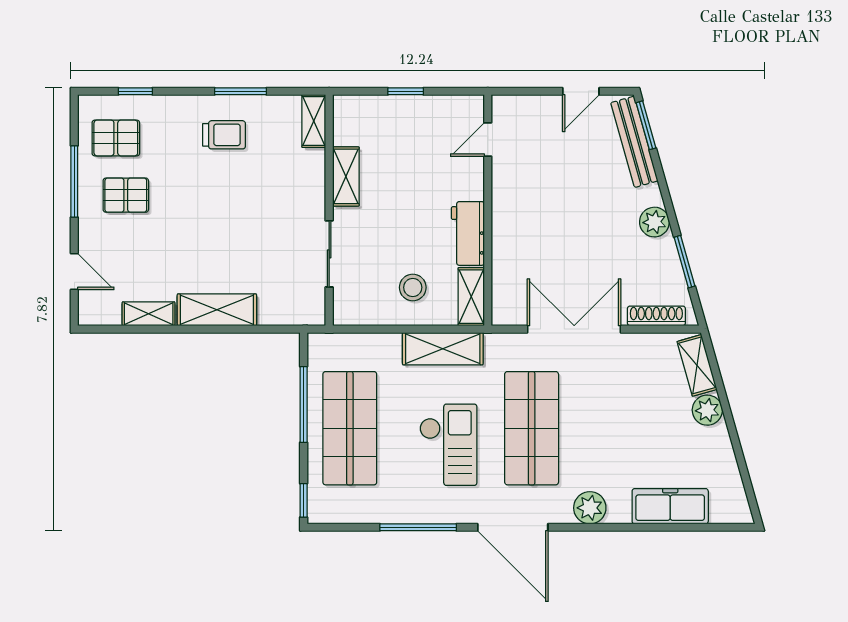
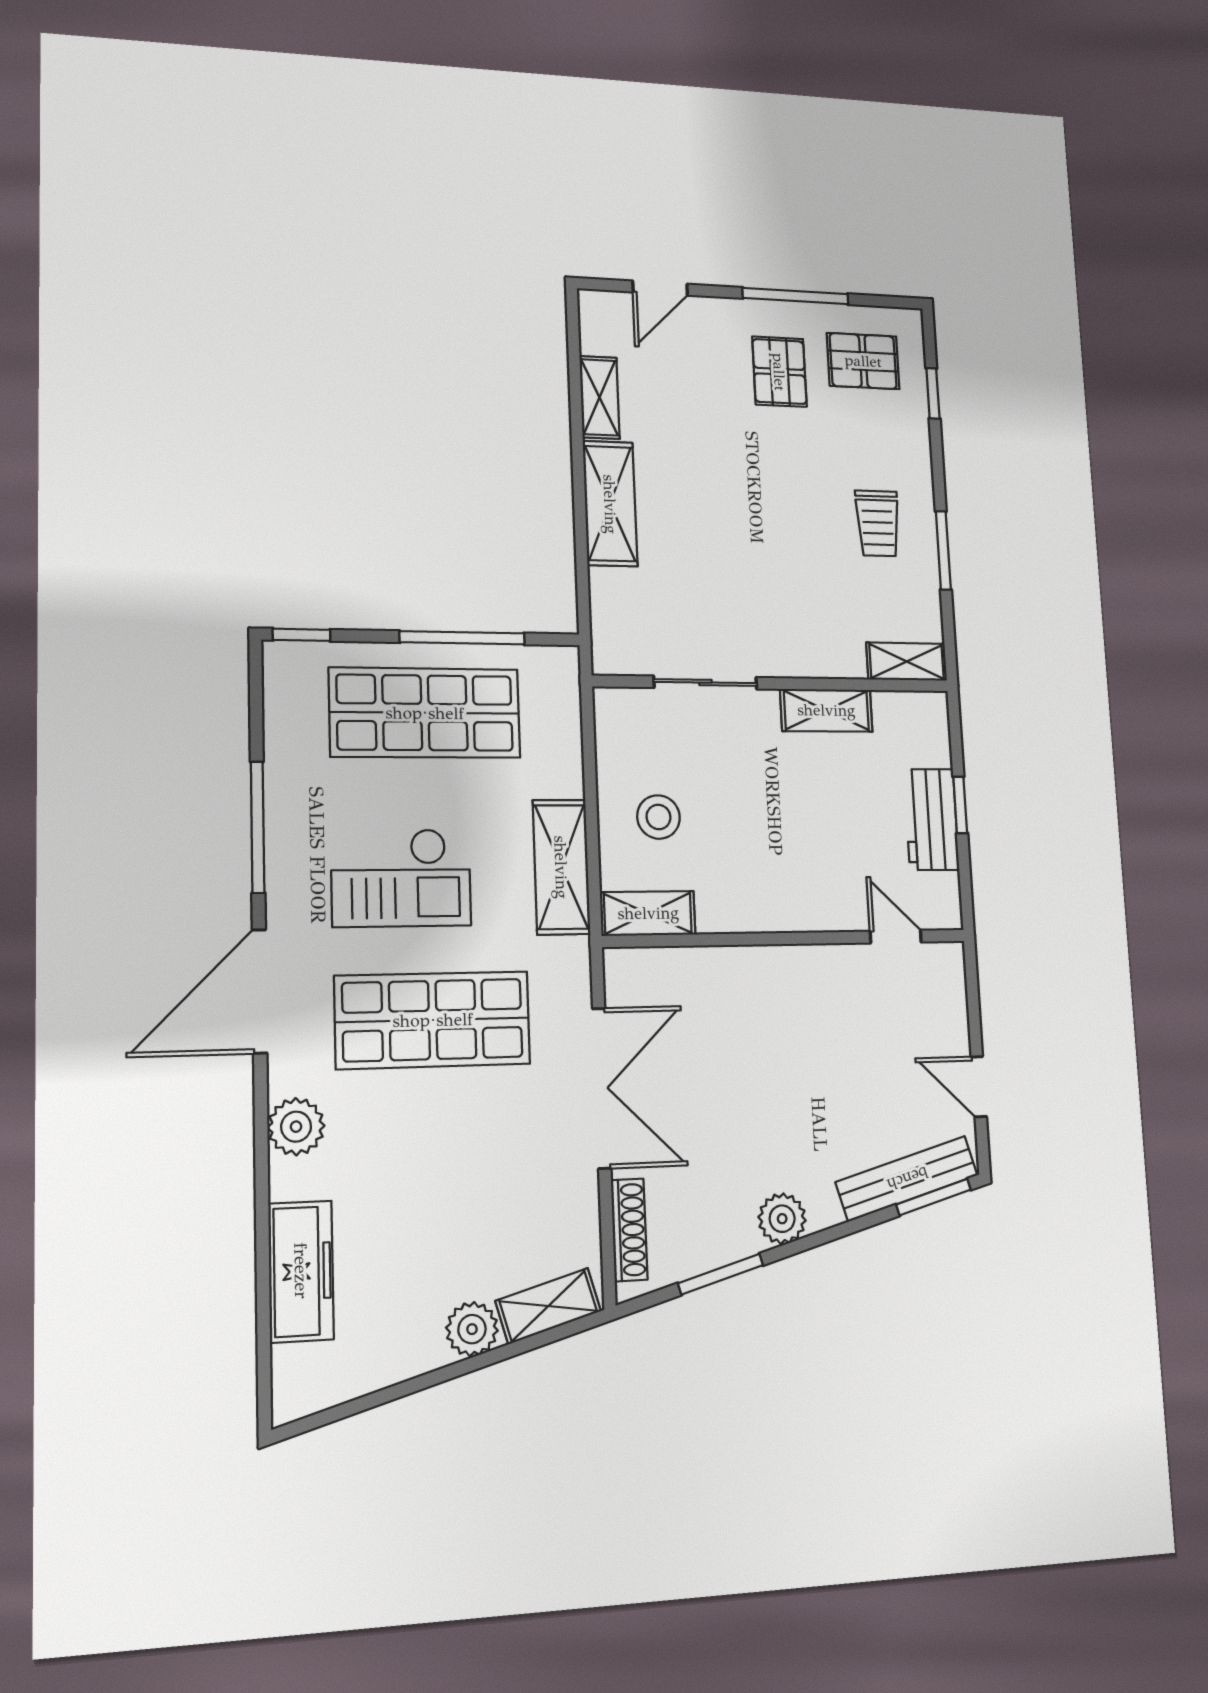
pallet: (116, 138) -> (863, 361), turned 90
workbench: (468, 233) -> (931, 819), moved, turned -90

